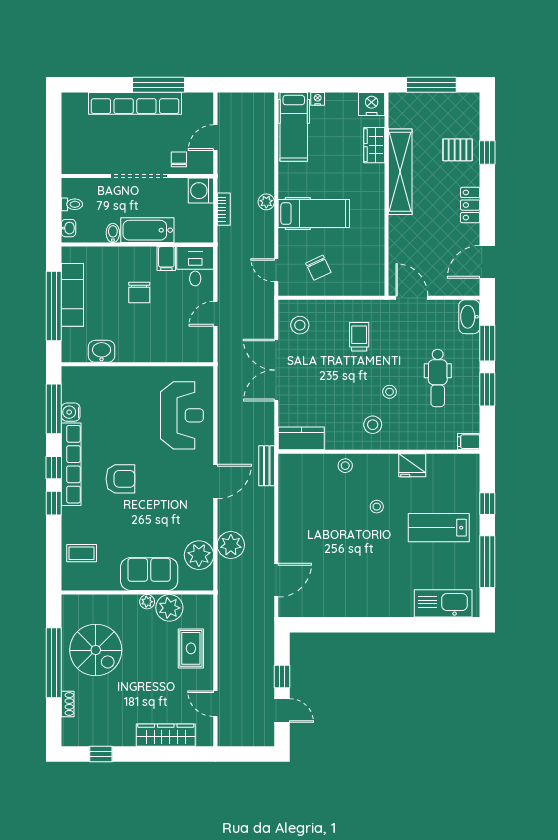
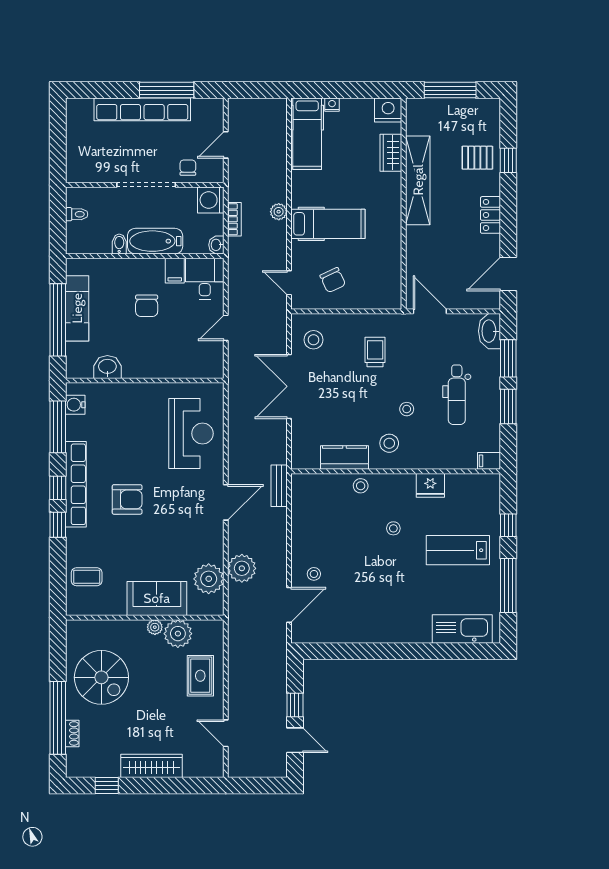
washbasin: (69, 228) -> (216, 245), moved, turned 180
water cooler: (71, 412) -> (75, 405), moved
kitchen counter: (301, 438) -> (345, 458), moved
stool: (300, 550) -> (314, 574), added
window: (54, 663) -> (58, 718), moved
wardrobe: (166, 735) -> (151, 766), moved

